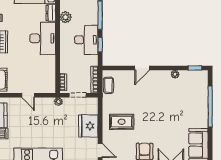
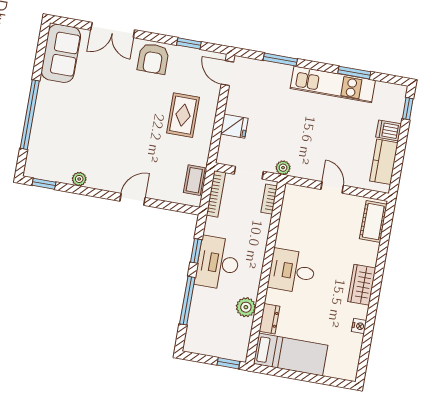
desk: (43, 38) -> (292, 271), width x0.73
rug: (122, 122) -> (183, 115), turned 90
fridge: (88, 126) -> (234, 126), width x0.53, depth x0.75

